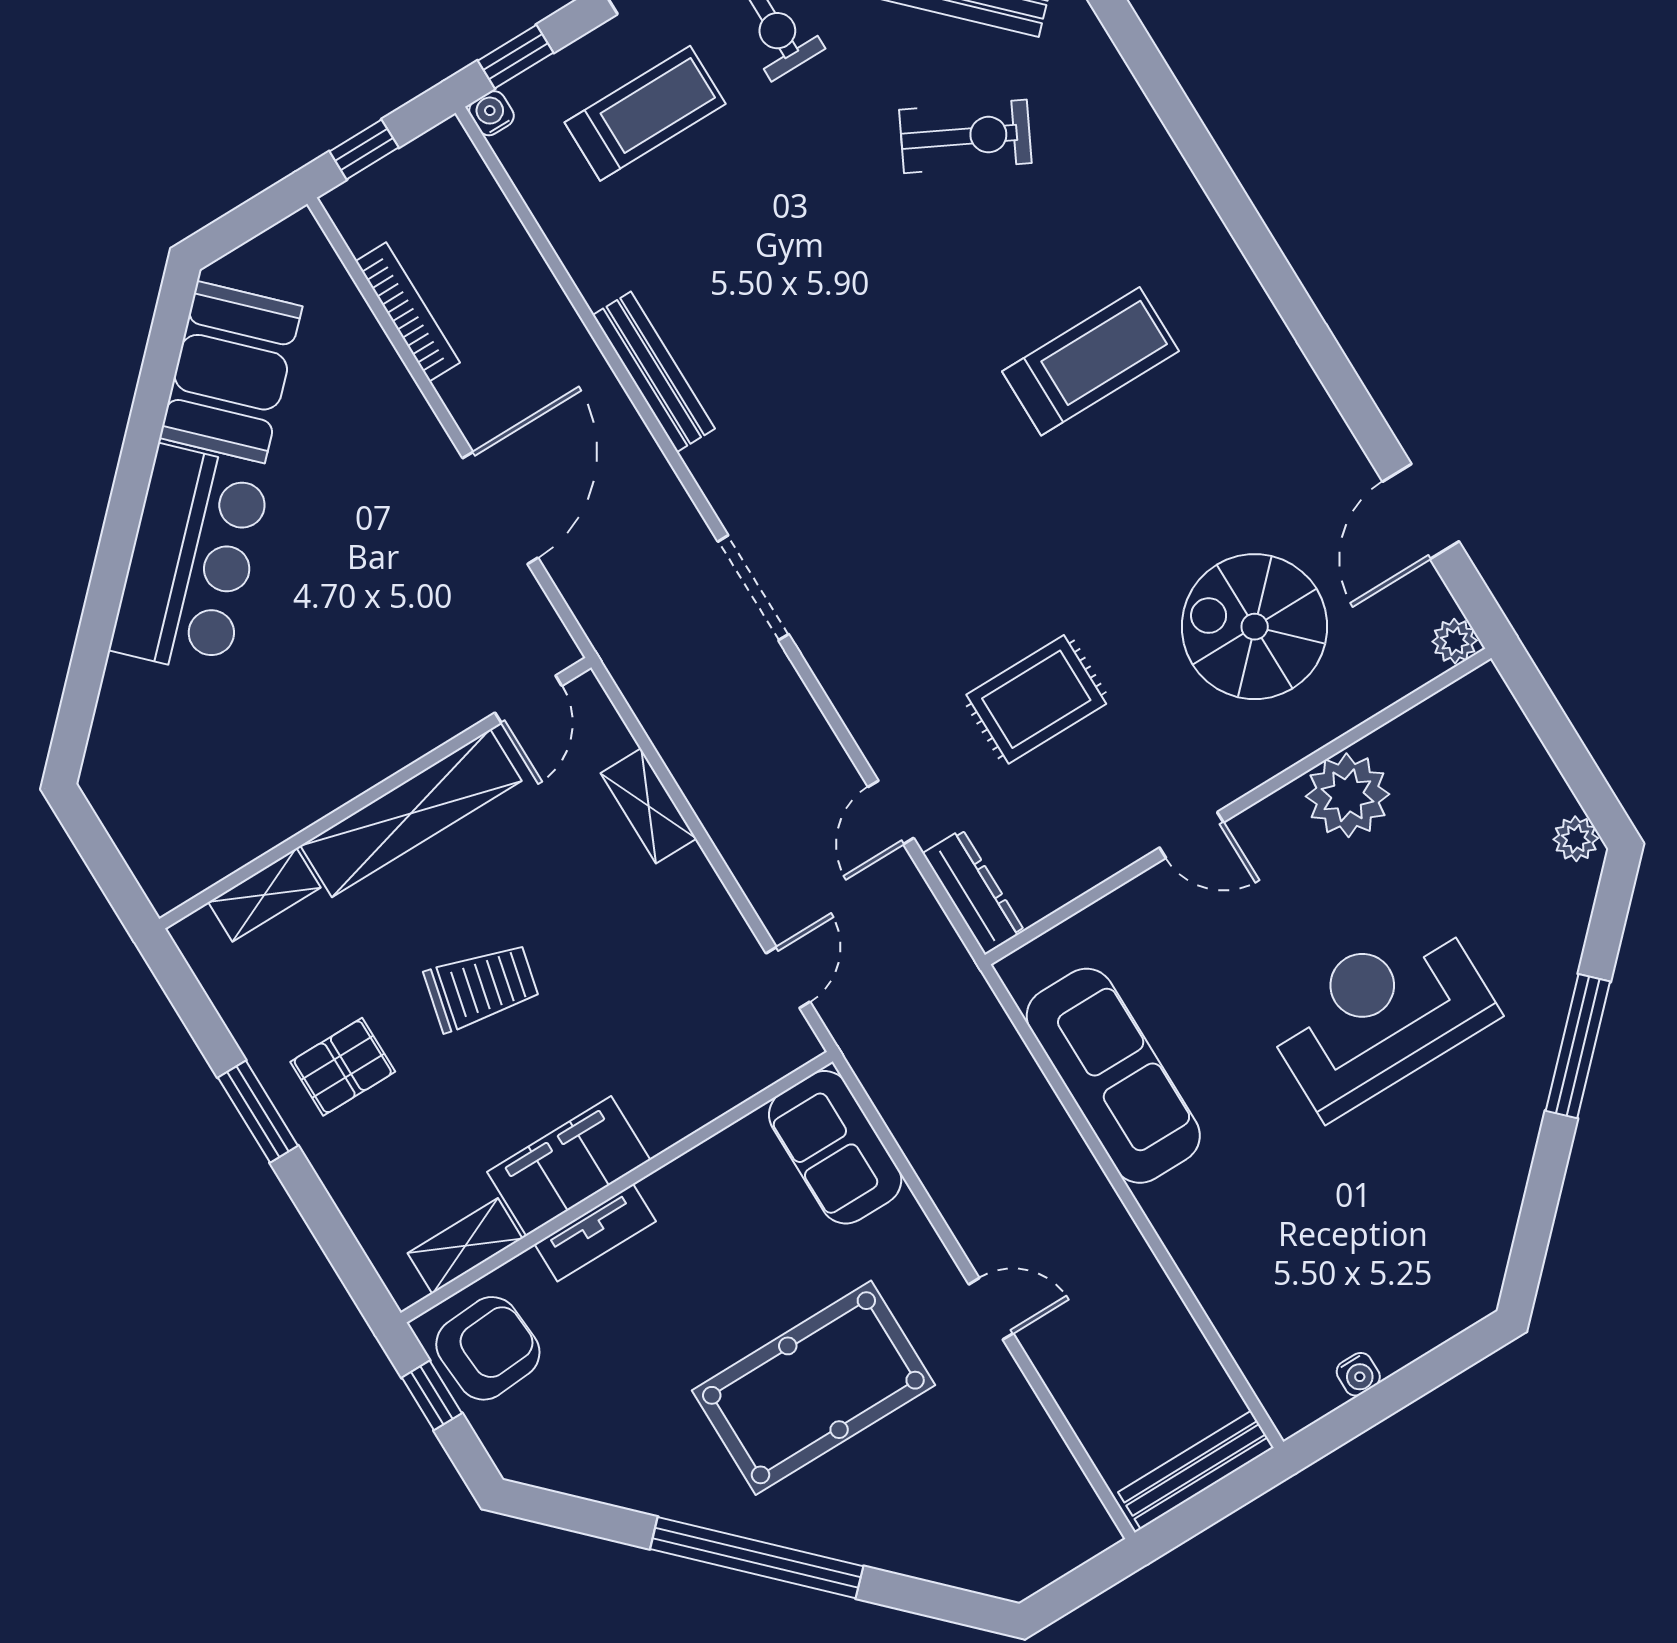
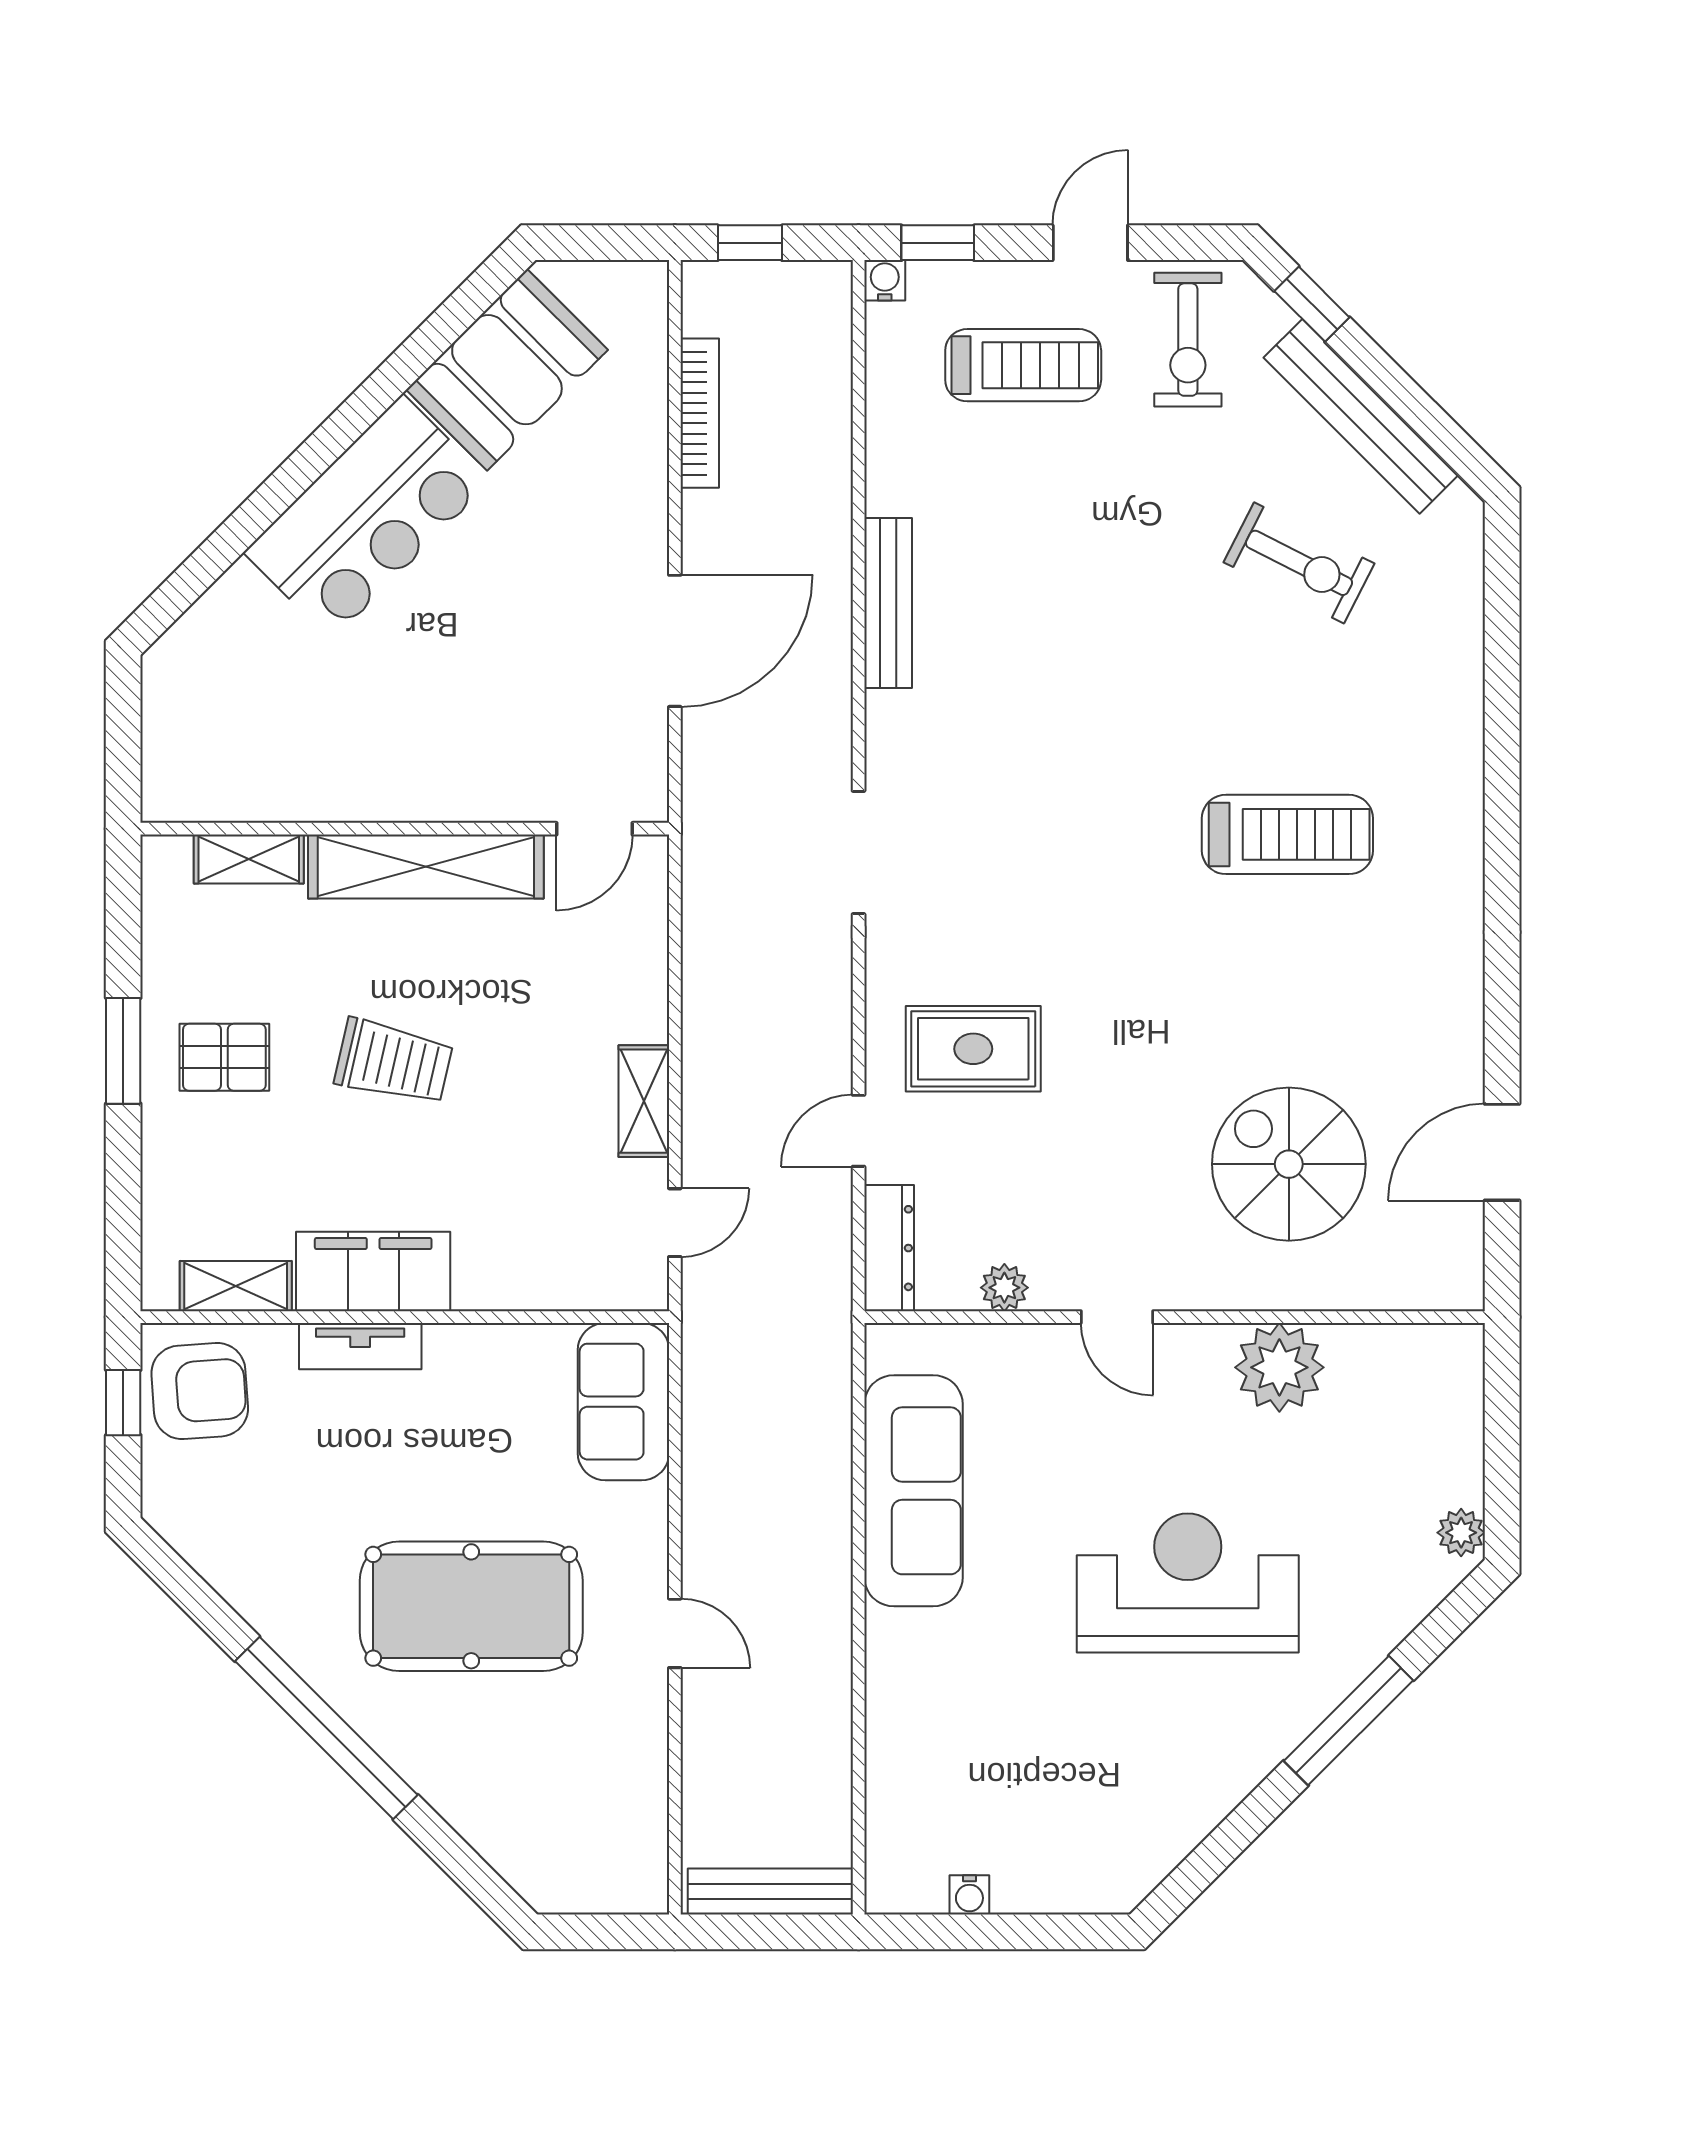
plant: (1455, 641) -> (1004, 1288), moved
rug: (1036, 699) -> (973, 1049), moved
shelving: (648, 806) -> (644, 1101), moved

